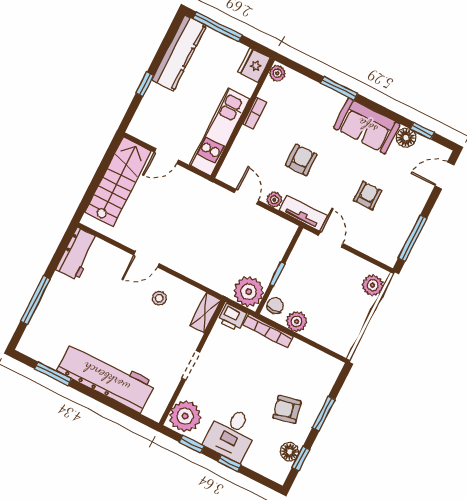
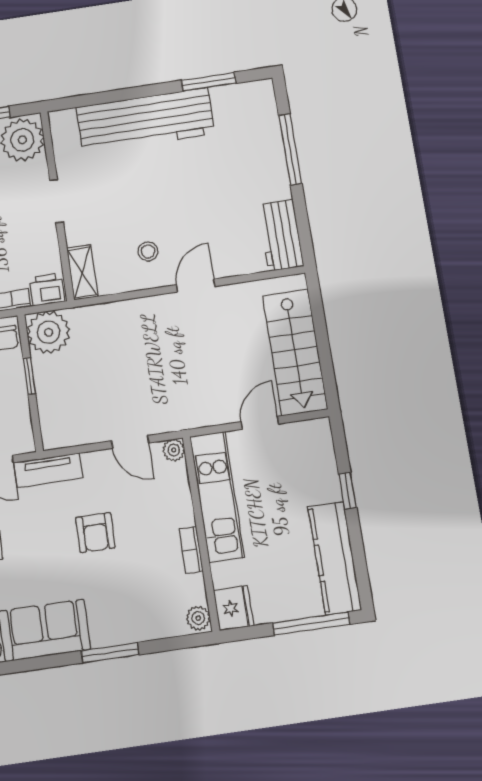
plant: (274, 200) -> (174, 450), moved

